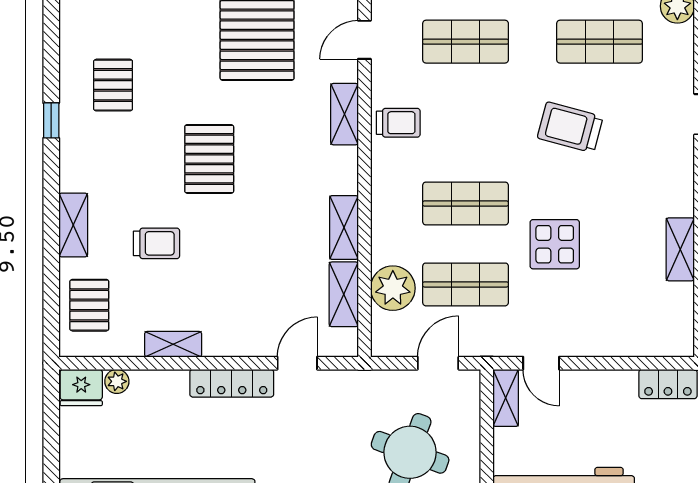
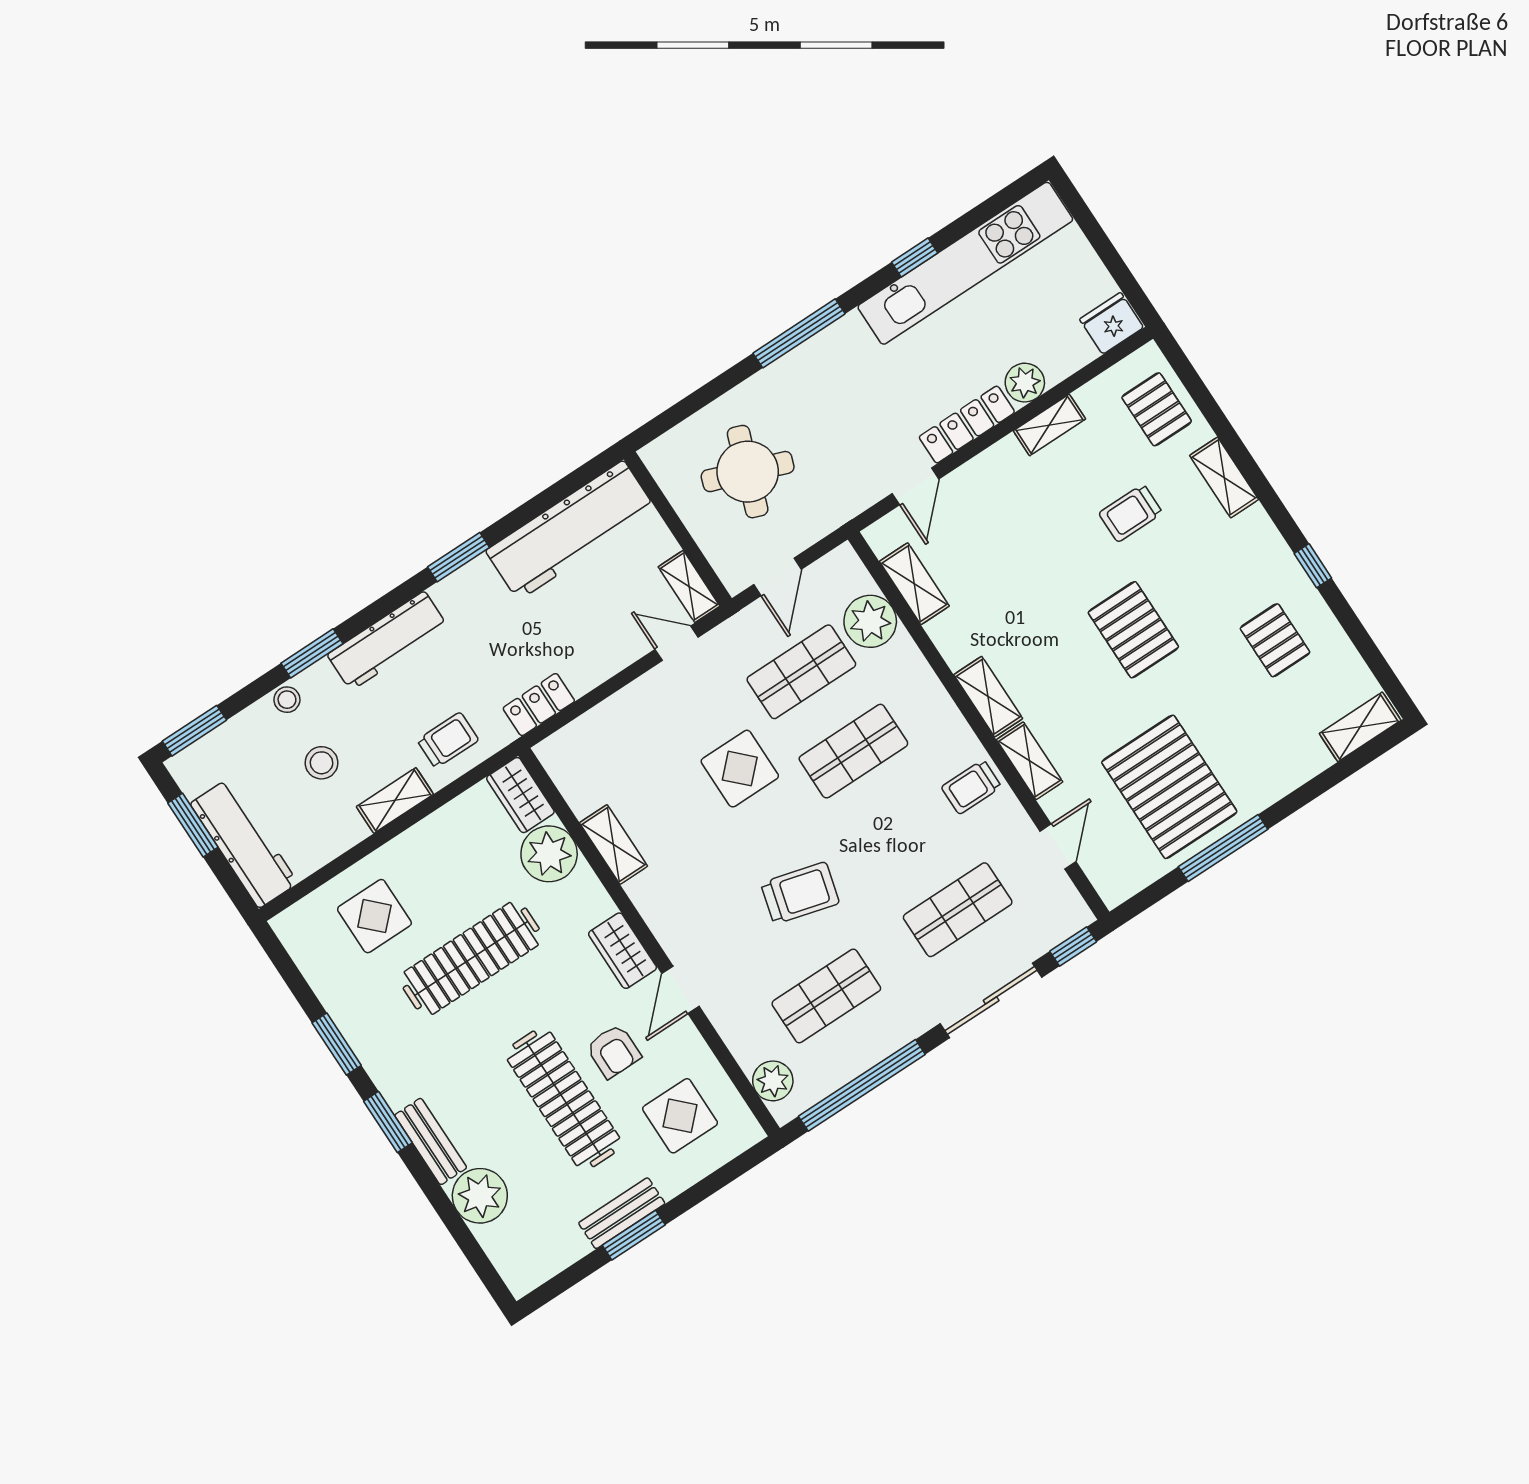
shelving: (344, 227) -> (988, 697), moved
plant: (117, 381) -> (1025, 383), moved, width x1.38, depth x1.38

